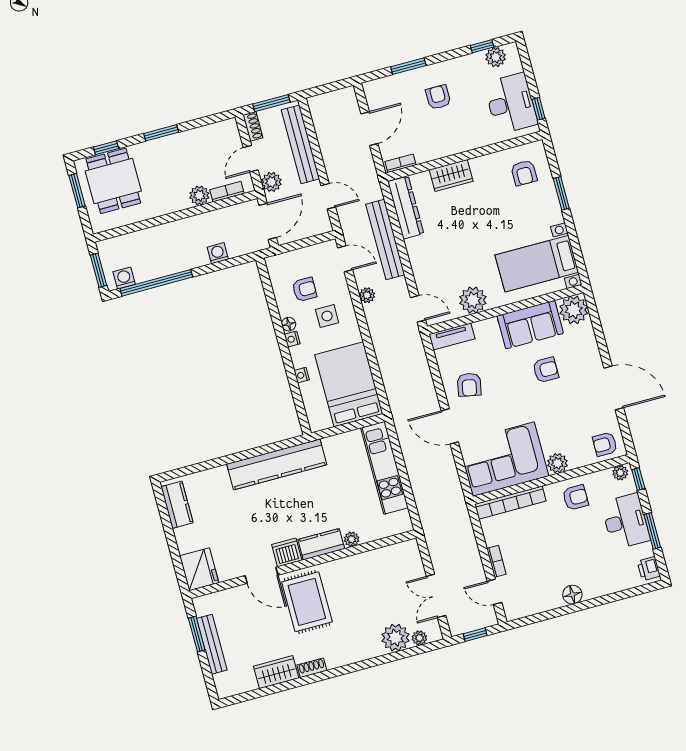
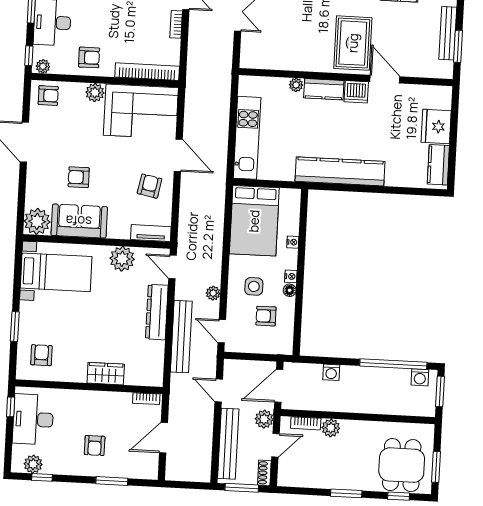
dresser: (406, 208) -> (157, 312), moved
armchair: (575, 497) -> (89, 57), turned 180
fridge: (199, 569) -> (436, 126), moved

